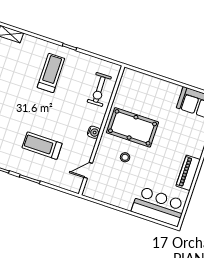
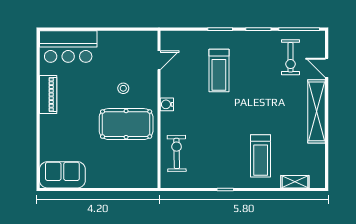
treadmill: (51, 73) -> (261, 156), moved
treadmill: (42, 146) -> (219, 71), turned 90

